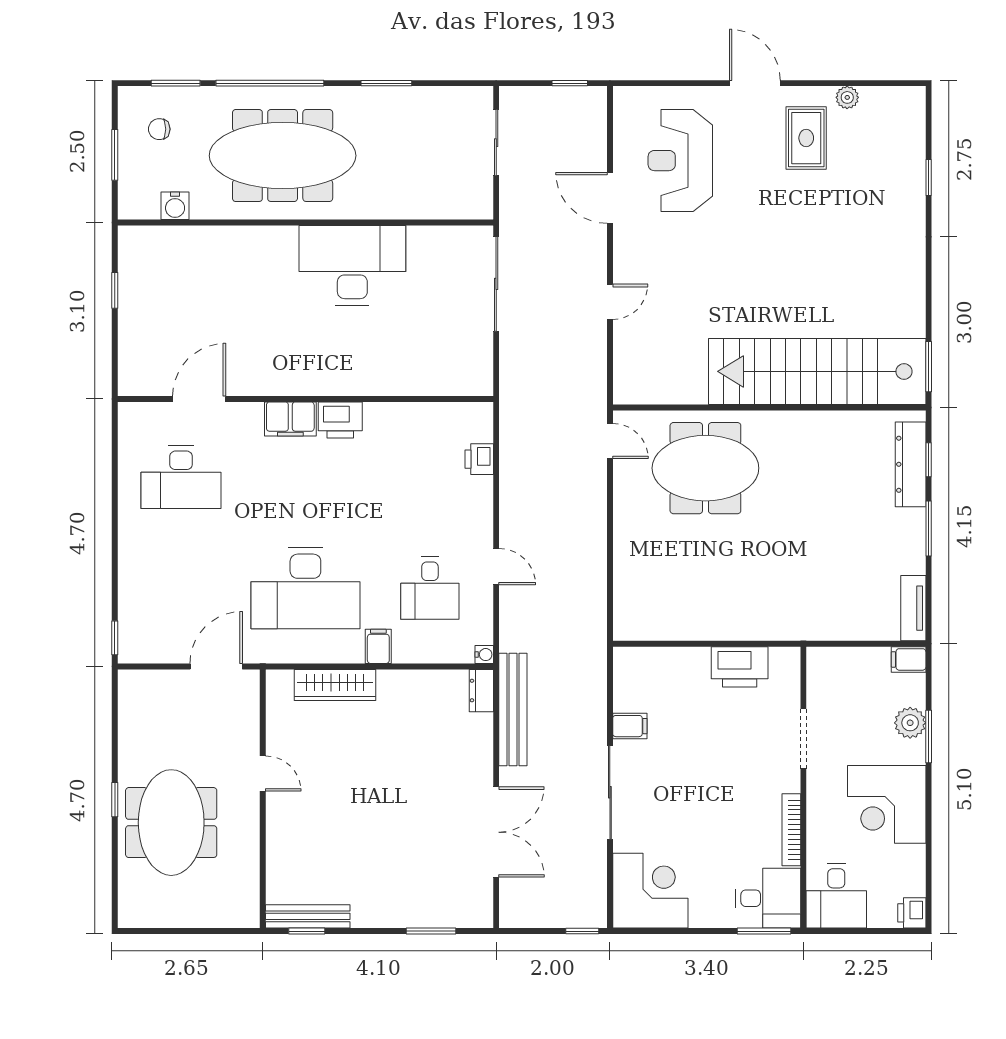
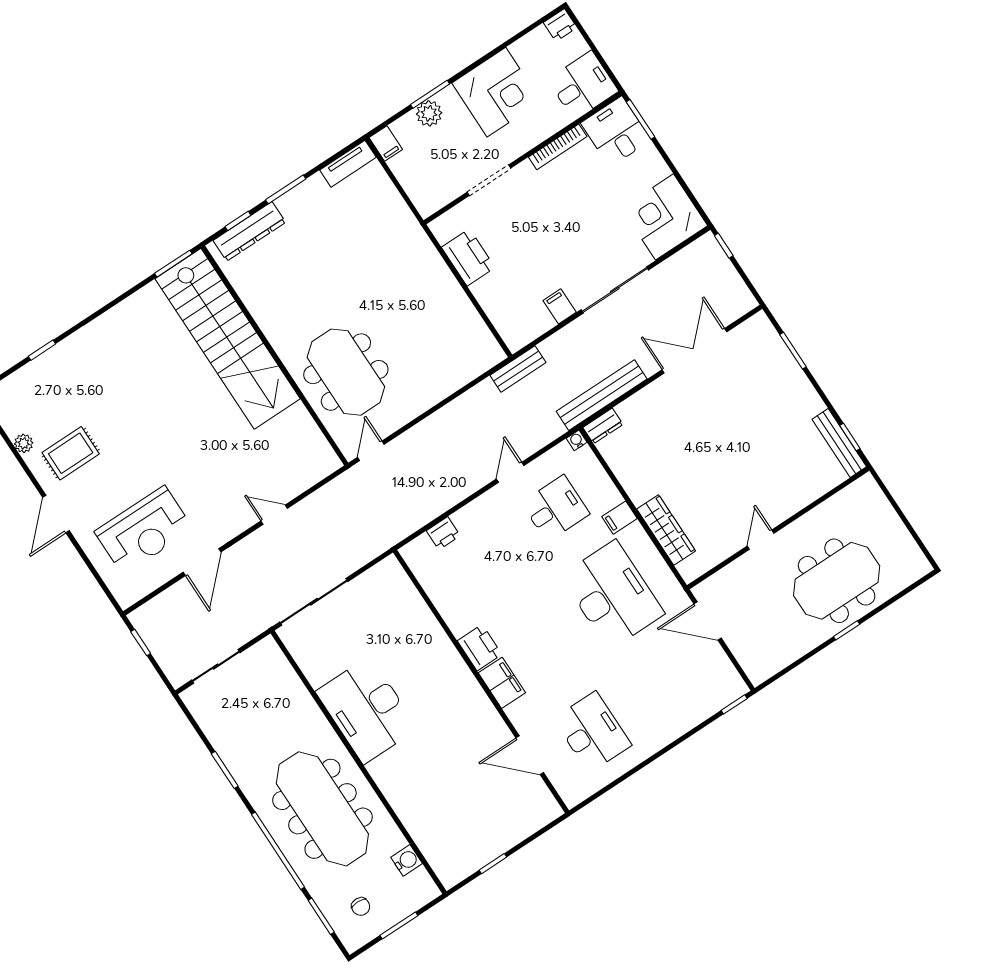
bench: (595, 643) -> (518, 369), added

